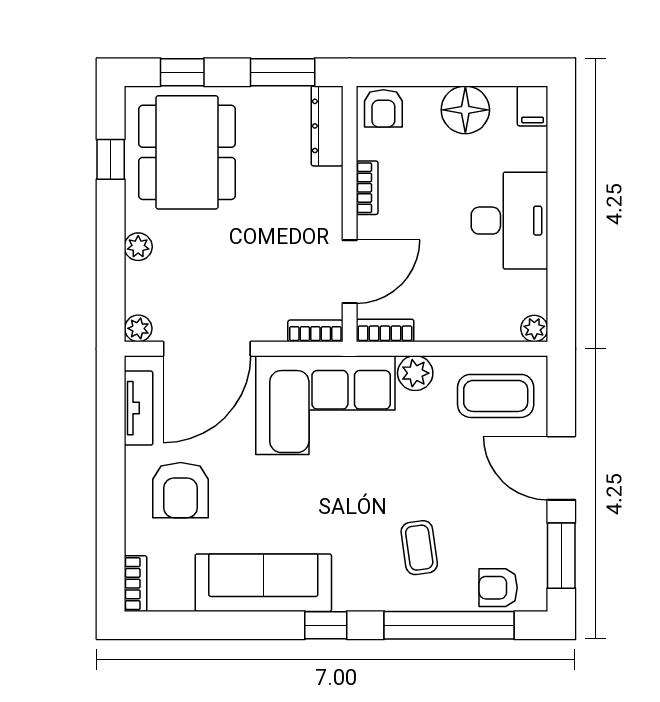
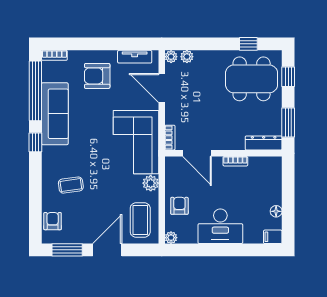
armchair: (383, 108) -> (179, 206), moved, turned 90
floor lamp: (465, 110) -> (276, 211), width x0.53, depth x0.53
plant: (138, 247) -> (187, 57), moved
bookcase: (385, 330) -> (170, 169), removed
door: (207, 349) -> (162, 88), width x0.73
window: (449, 625) -> (35, 91), moved

